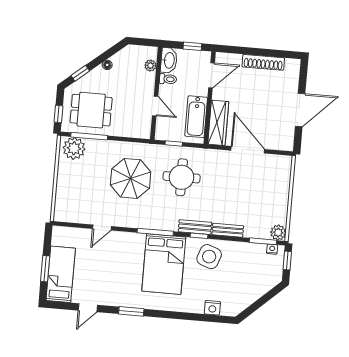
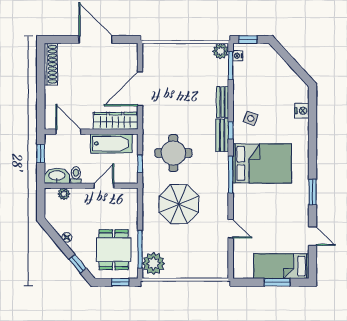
shoe rack: (263, 62) -> (51, 64), moved
side table: (209, 257) -> (251, 118), width x0.54, depth x0.54

